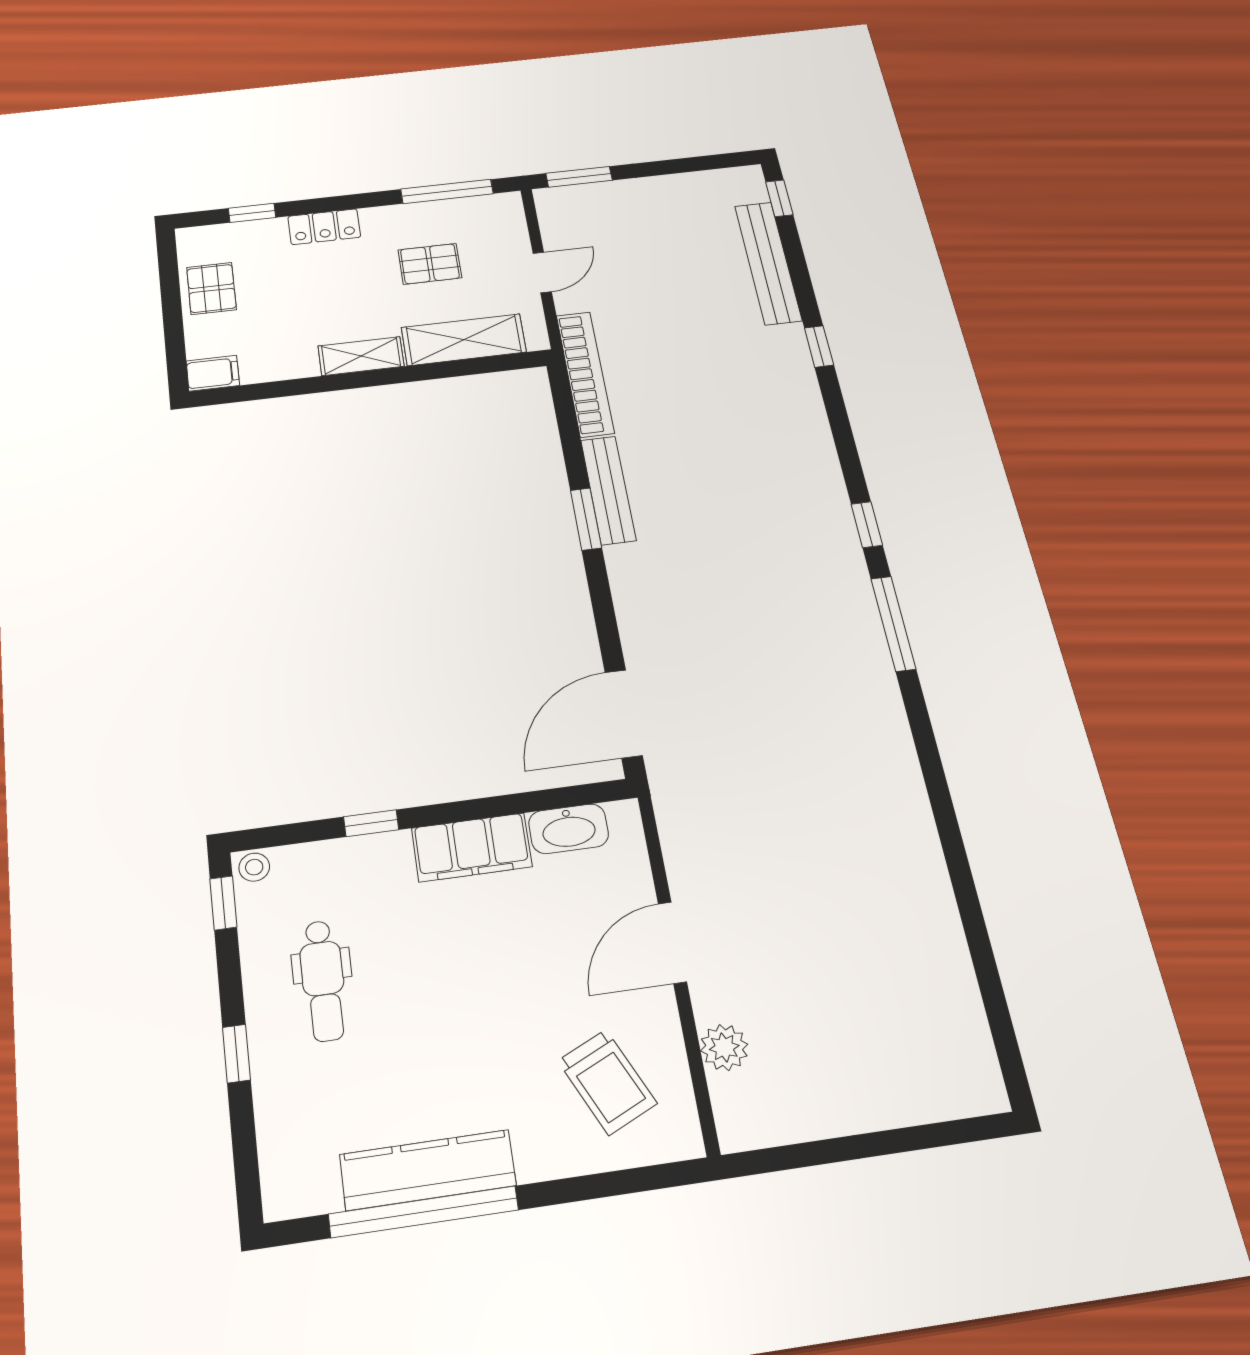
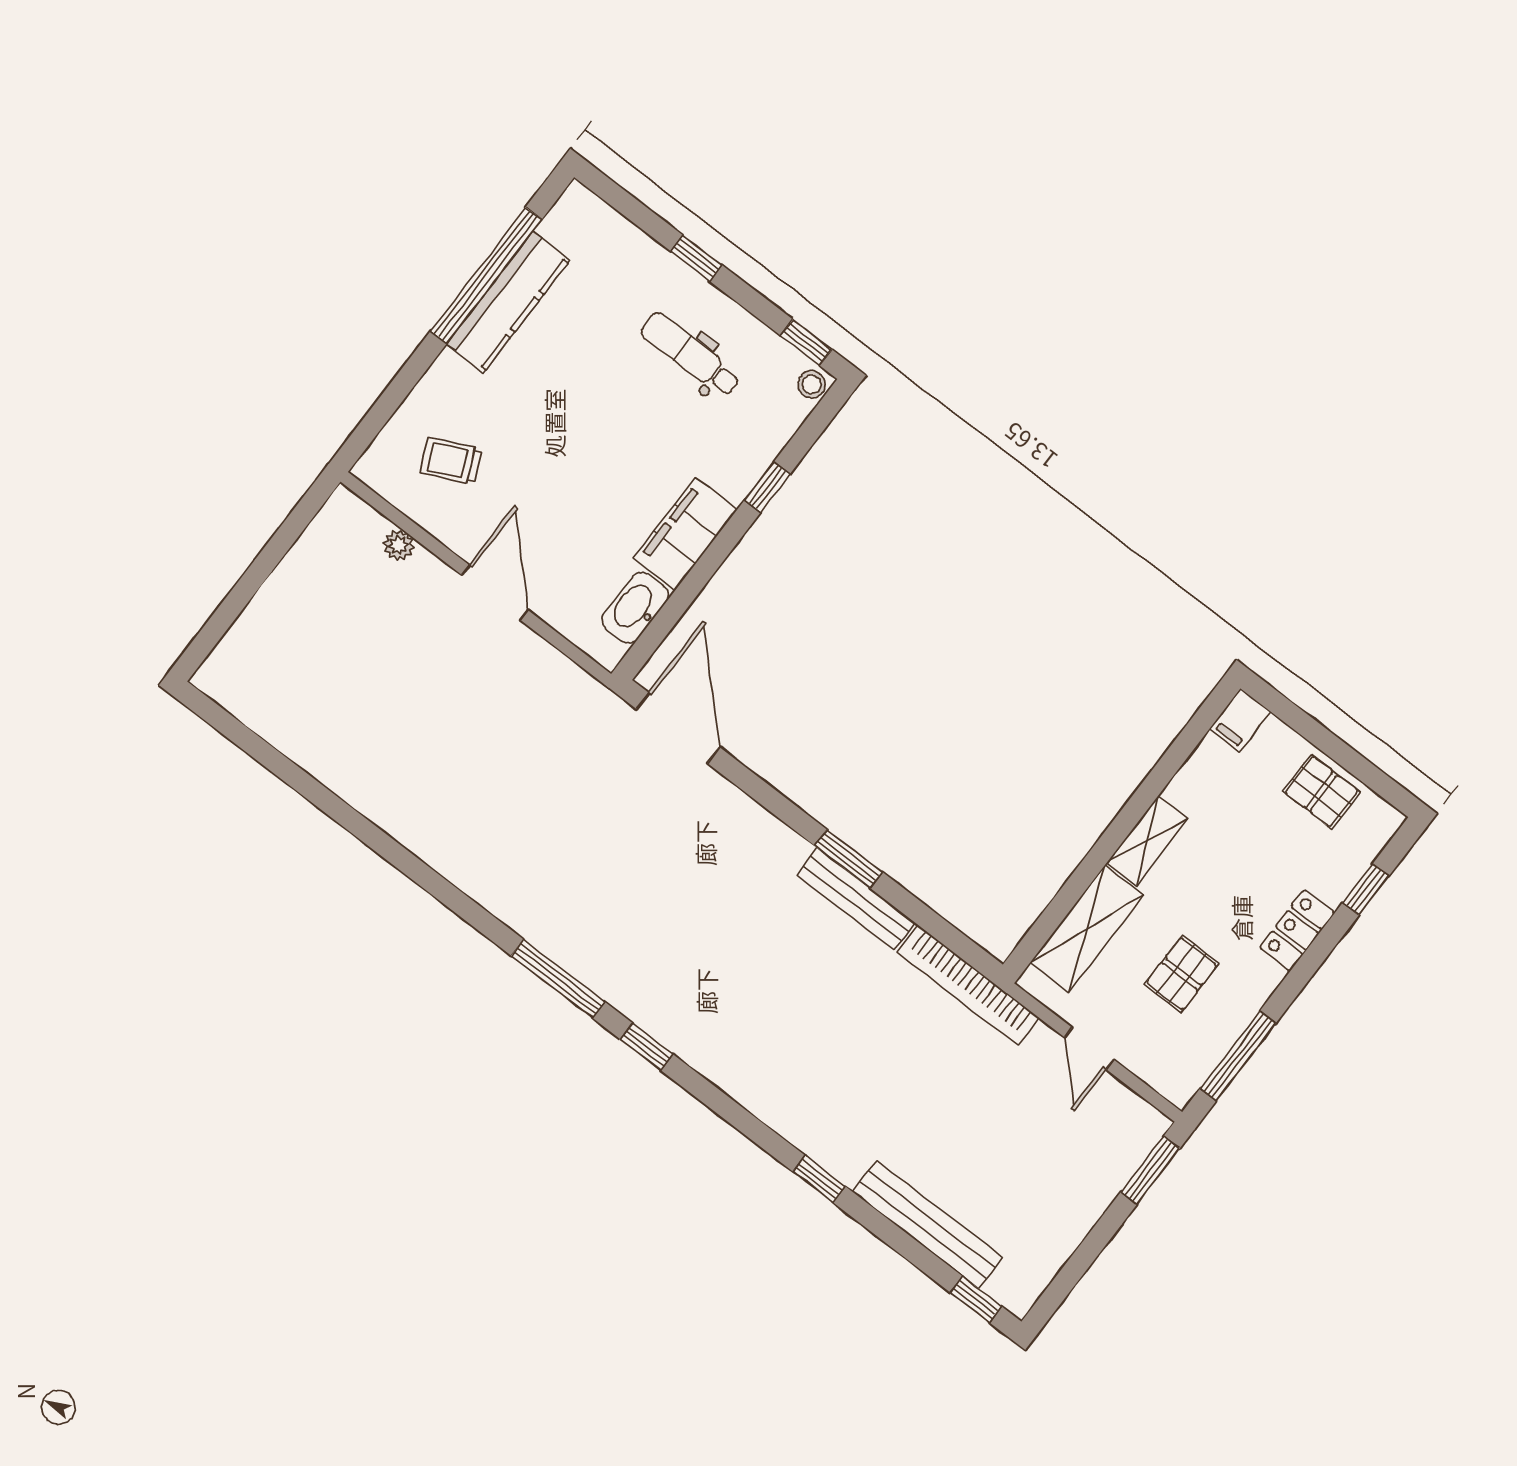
plant: (724, 1047) -> (399, 545), width x0.73, depth x0.73
trolley: (607, 1082) -> (451, 461), width x0.73, depth x0.72

